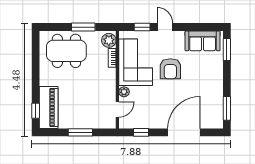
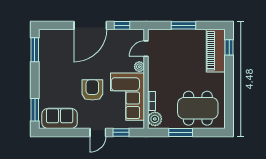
door: (165, 27) -> (98, 132), hinge flipped
door: (184, 132) -> (90, 25), moved

